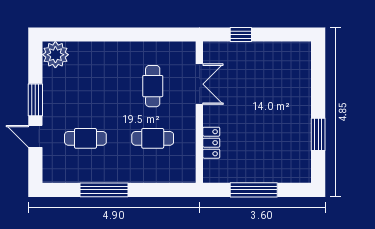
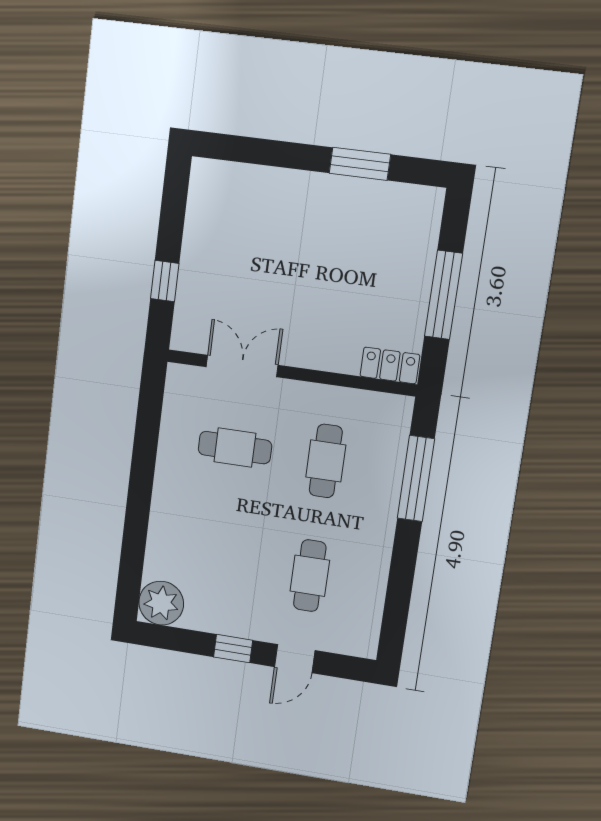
window: (35, 100) -> (233, 649), width x0.67
locker: (211, 143) -> (390, 365), moved
window: (104, 190) -> (416, 479), moved

